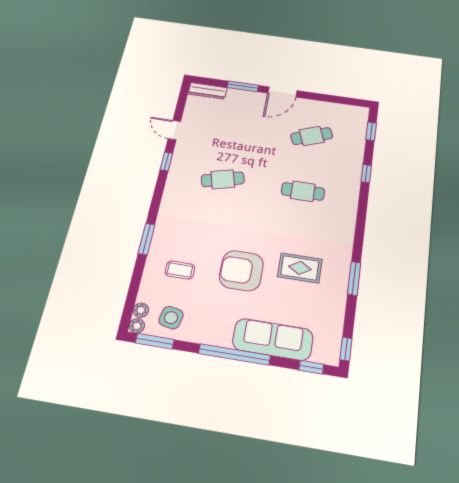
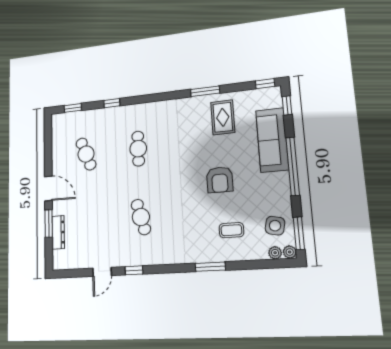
dresser: (208, 91) -> (58, 232), moved
rug: (300, 268) -> (223, 117), moved
coffee table: (180, 270) -> (231, 230), turned 90
armchair: (241, 271) -> (220, 180), width x0.73, depth x0.73

